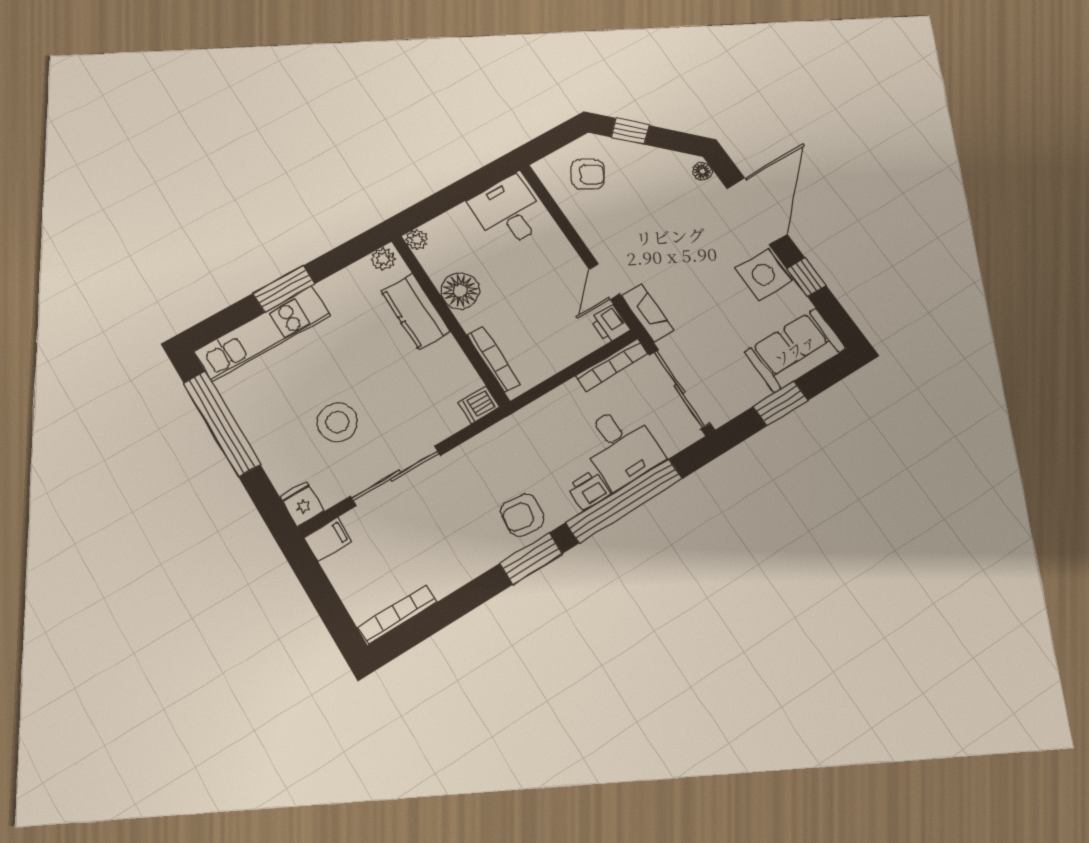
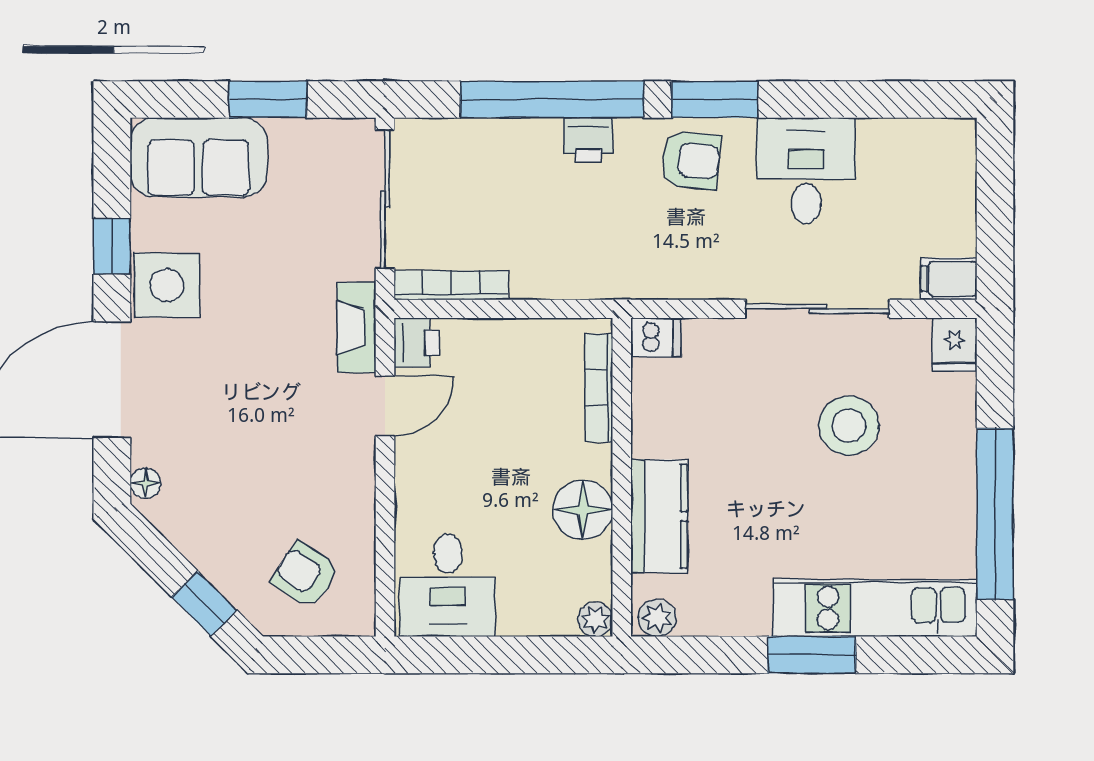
desk: (621, 447) -> (806, 171), moved
bookcase: (397, 615) -> (919, 132), removed

